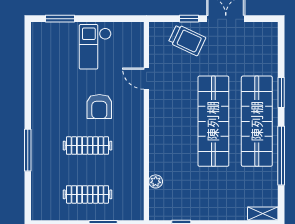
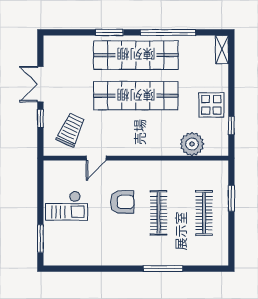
trolley: (187, 40) -> (71, 130), moved
plant: (156, 181) -> (192, 144), width x1.88, depth x1.88
display table: (204, 202) -> (211, 105), added

